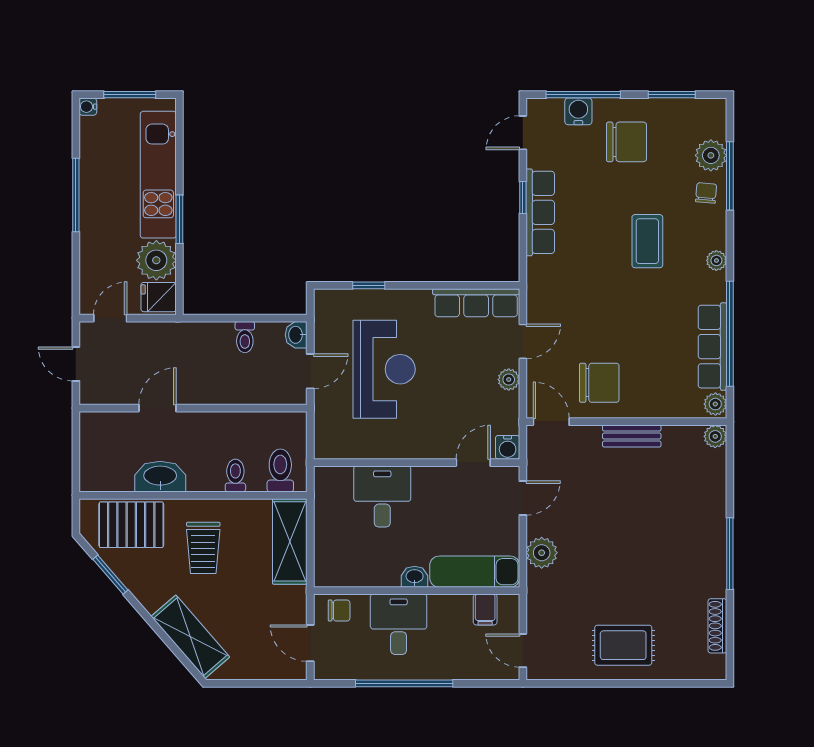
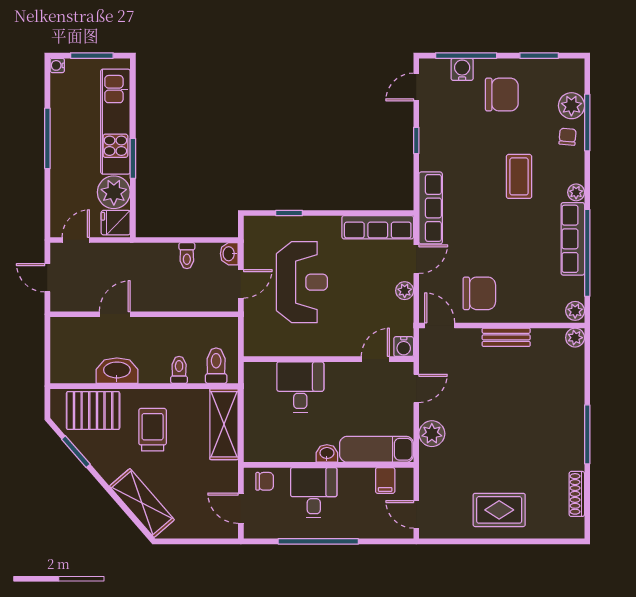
row of seats: (540, 212) -> (431, 208), moved
row of seats: (712, 347) -> (573, 239), moved
trolley: (203, 548) -> (153, 430), turned 180

